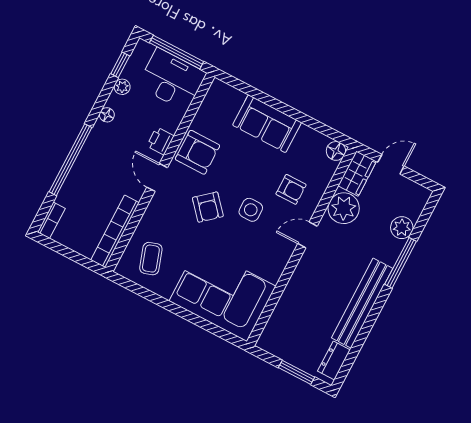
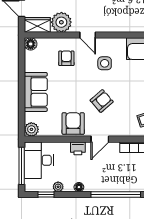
plant: (219, 91) -> (31, 129), added
side table: (251, 210) -> (105, 63), moved

